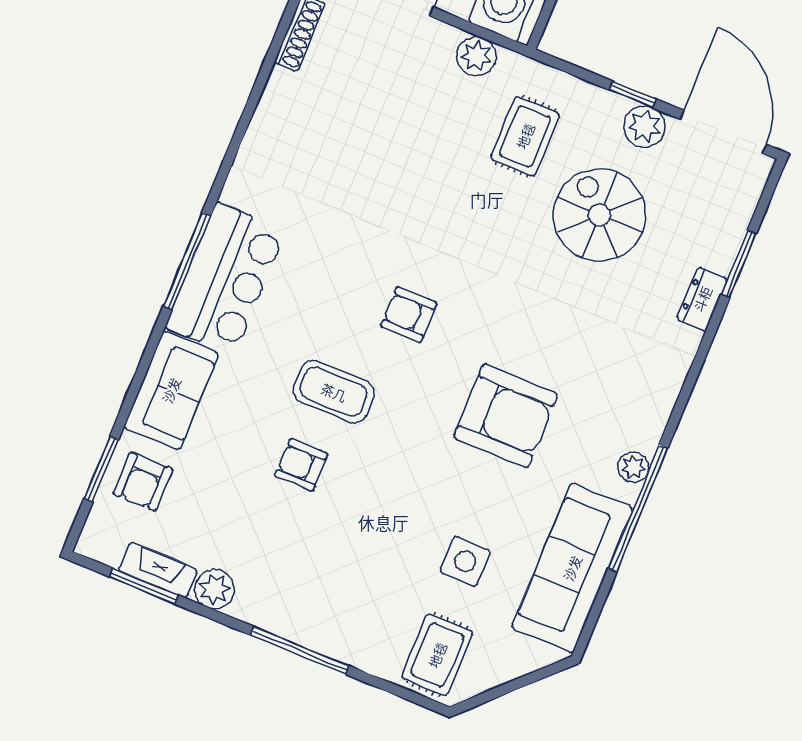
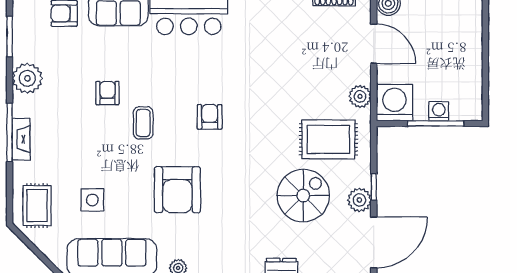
rug: (525, 136) -> (328, 139), width x1.36, depth x1.43
coffee table: (334, 392) -> (143, 123), moved, width x0.73, depth x0.77
fireplace: (158, 570) -> (21, 139), moved
plant: (215, 589) -> (27, 78), width x1.36, depth x1.36
rug: (437, 655) -> (37, 206), turned 90

